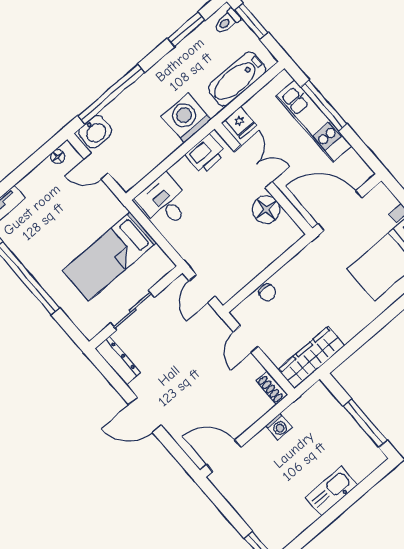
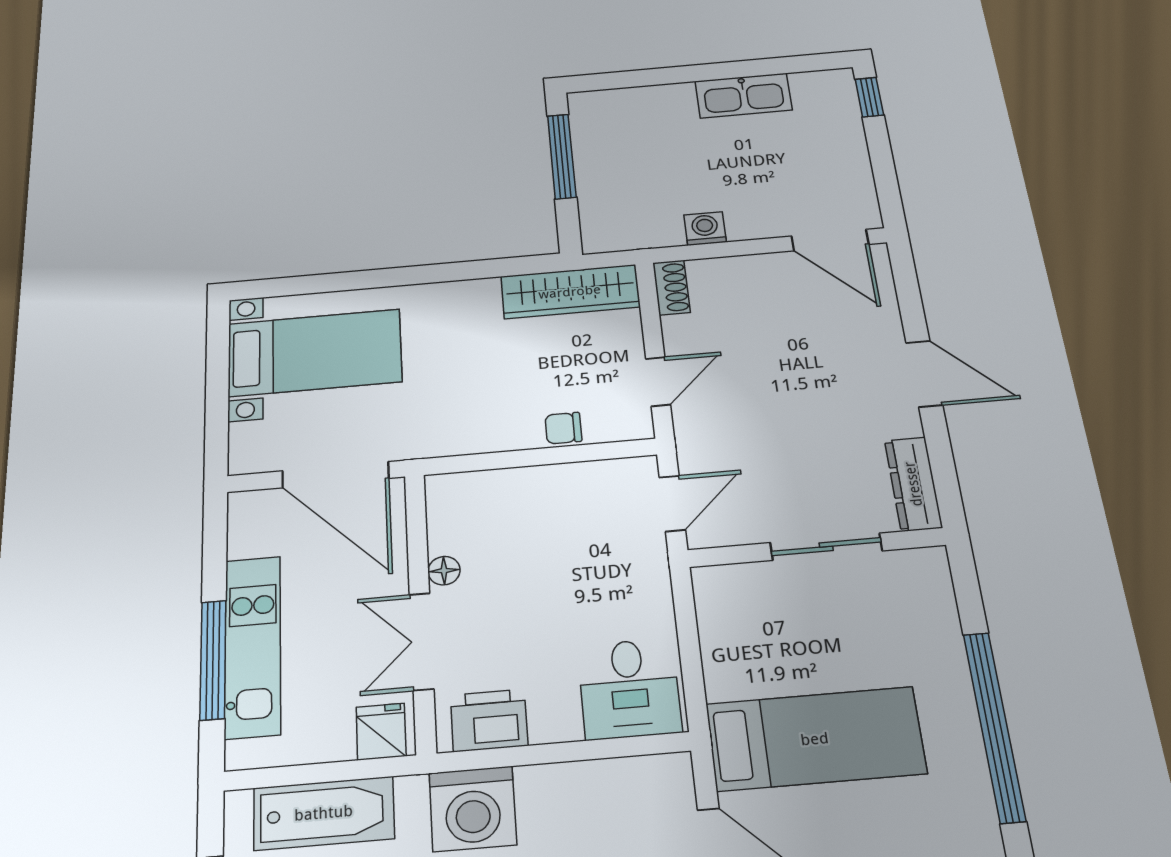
floor lamp: (266, 209) -> (444, 571), width x0.53, depth x0.53
bed: (109, 256) -> (815, 739), moved
chair: (267, 292) -> (563, 428), turned -90
kitchen sink: (331, 491) -> (743, 96), moved

